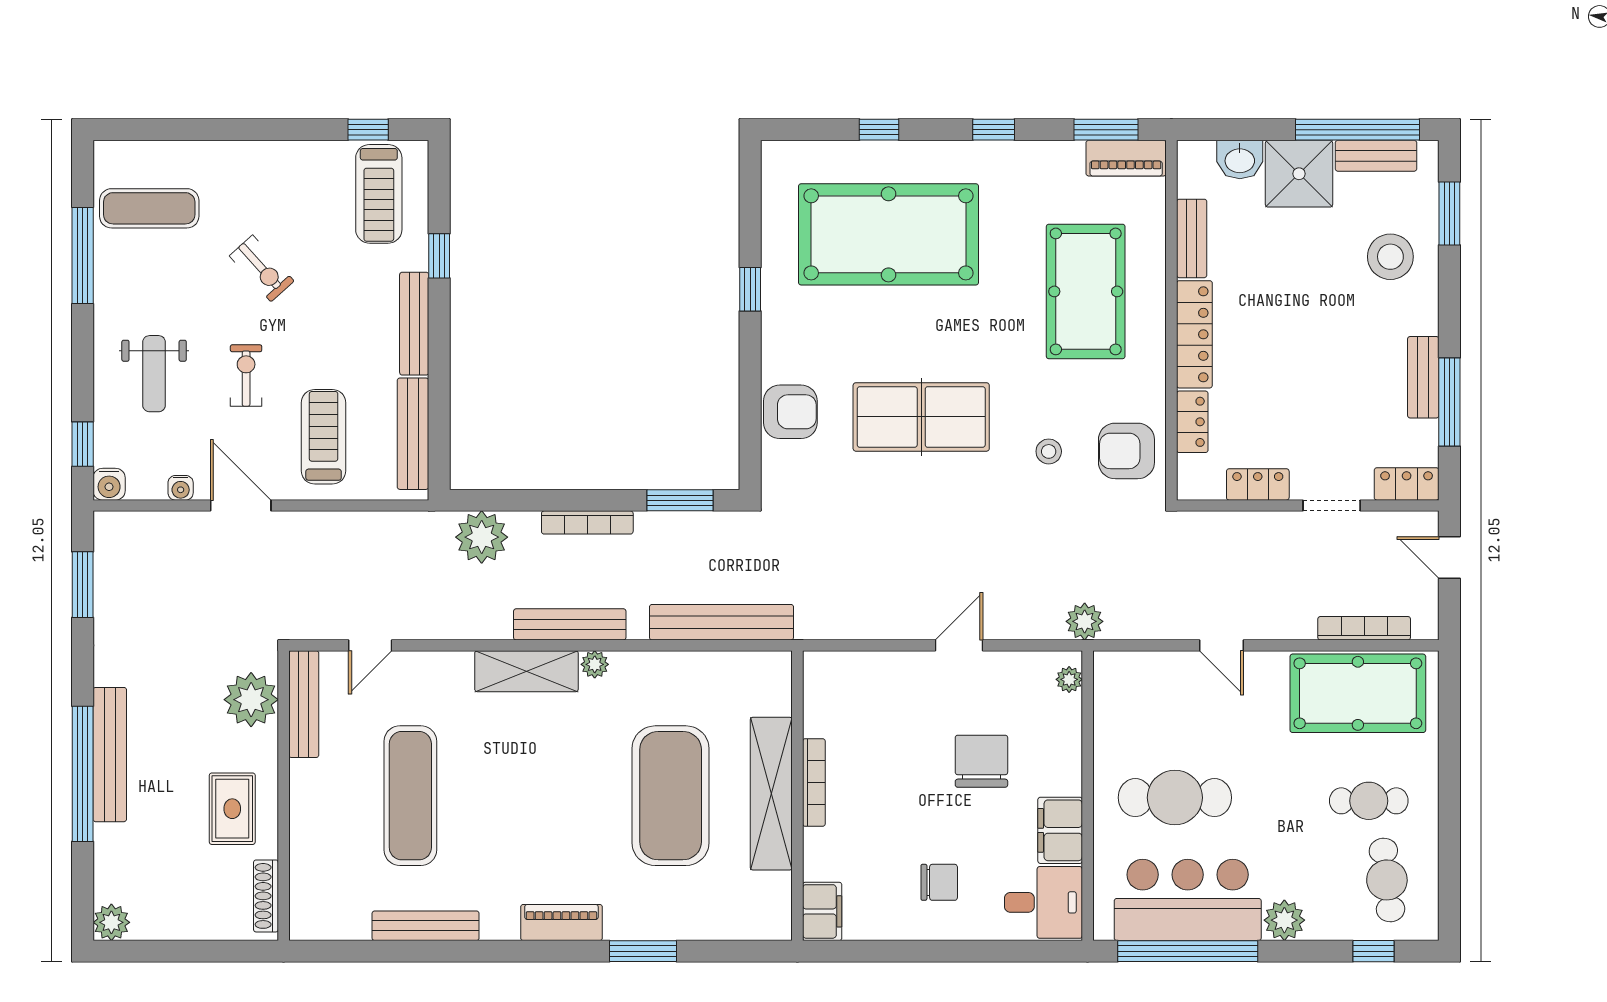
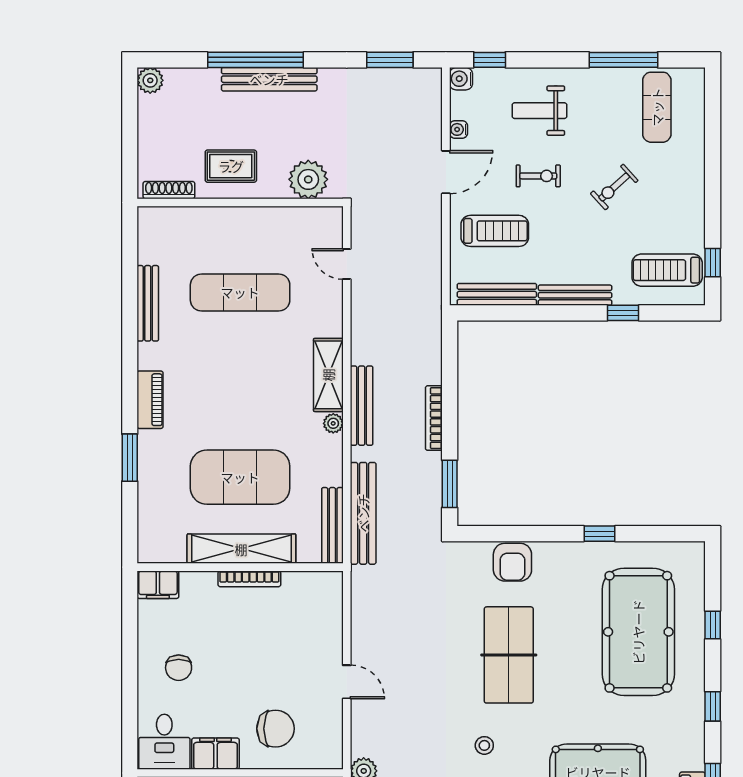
plant: (482, 537) -> (424, 343), removed
plant: (1069, 679) -> (322, 760), removed
bench: (304, 704) -> (332, 525), moved, turned 90
chair: (981, 761) -> (275, 729), moved

